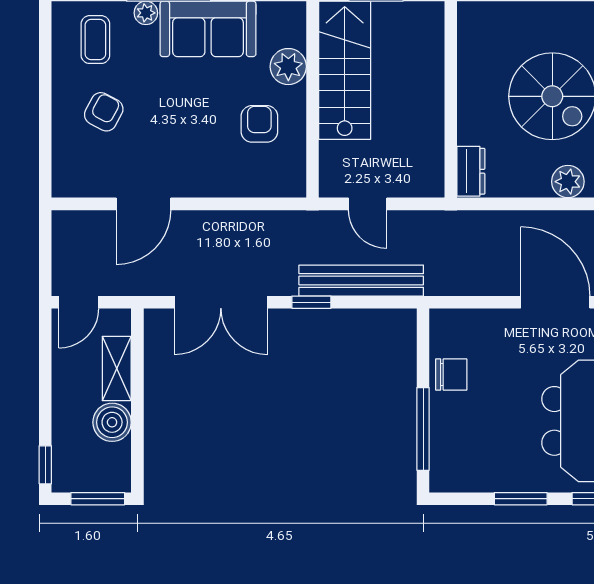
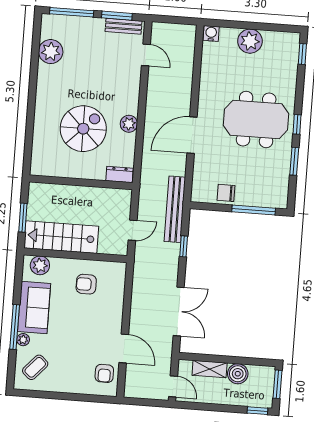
coffee table: (95, 40) -> (35, 367), turned -48
plant: (288, 67) -> (40, 265), moved
armchair: (104, 112) -> (104, 373), moved, turned -118
bench: (361, 281) -> (175, 209), moved
window: (311, 302) -> (184, 246), moved
chair: (451, 375) -> (226, 193), turned -90

